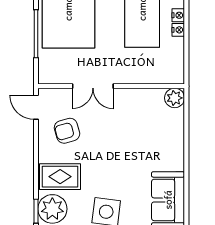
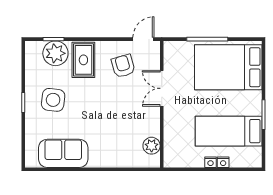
plant: (175, 98) -> (152, 146), moved

